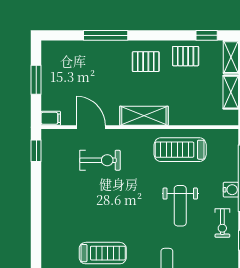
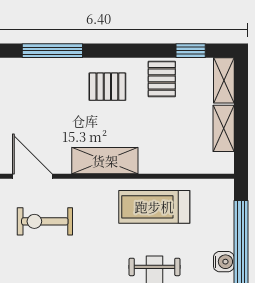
pallet: (186, 56) -> (162, 79), turned 90
exercise bike: (100, 160) -> (45, 221), turned 180

